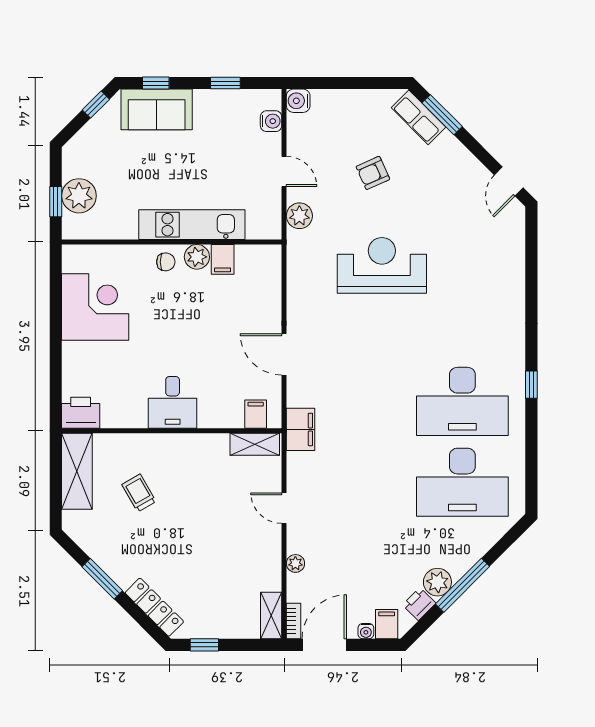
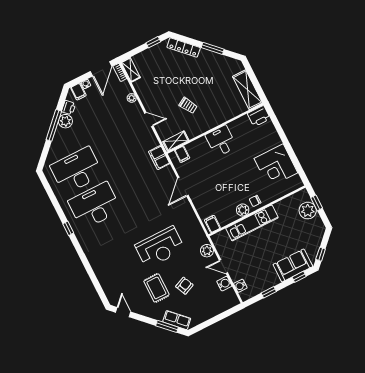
water cooler: (298, 101) -> (224, 284), moved
rug: (426, 195) -> (156, 288), added
filing cabinet: (223, 259) -> (212, 224), moved
door: (284, 354) -> (183, 187), swing flipped
trolley: (139, 493) -> (188, 105), moved

